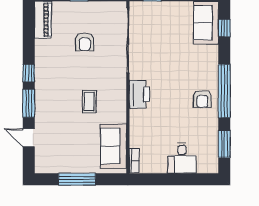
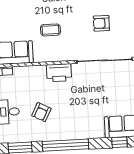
armchair: (202, 99) -> (41, 112), moved, turned -63

